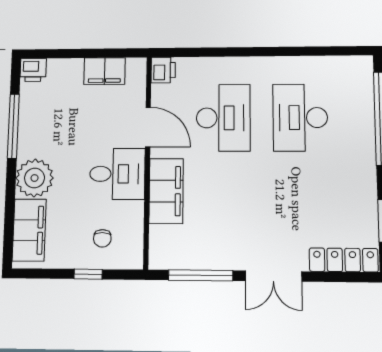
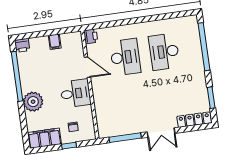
filing cabinet: (105, 71) -> (55, 42), width x0.50
window: (13, 126) -> (17, 76), width x1.46
filing cabinet: (166, 191) -> (102, 99), removed
filing cabinet: (29, 230) -> (45, 138), moved, turned -90

